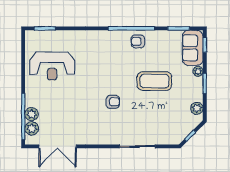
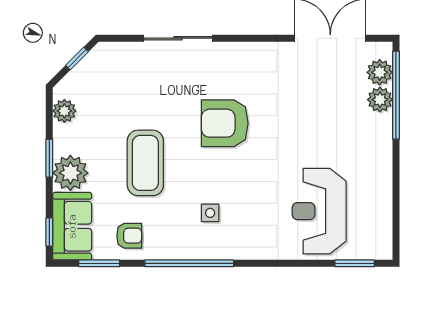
armchair: (138, 41) -> (129, 236), moved
side table: (121, 55) -> (210, 213), added
reception desk: (52, 66) -> (319, 211), moved, turned -90
plant: (198, 71) -> (70, 173), width x1.87, depth x1.87
coffee table: (154, 81) -> (145, 163), turned 90
armchair: (113, 102) -> (225, 123), width x1.88, depth x1.88

